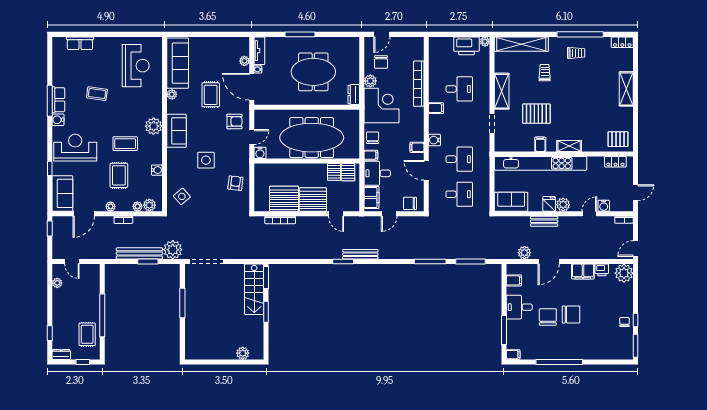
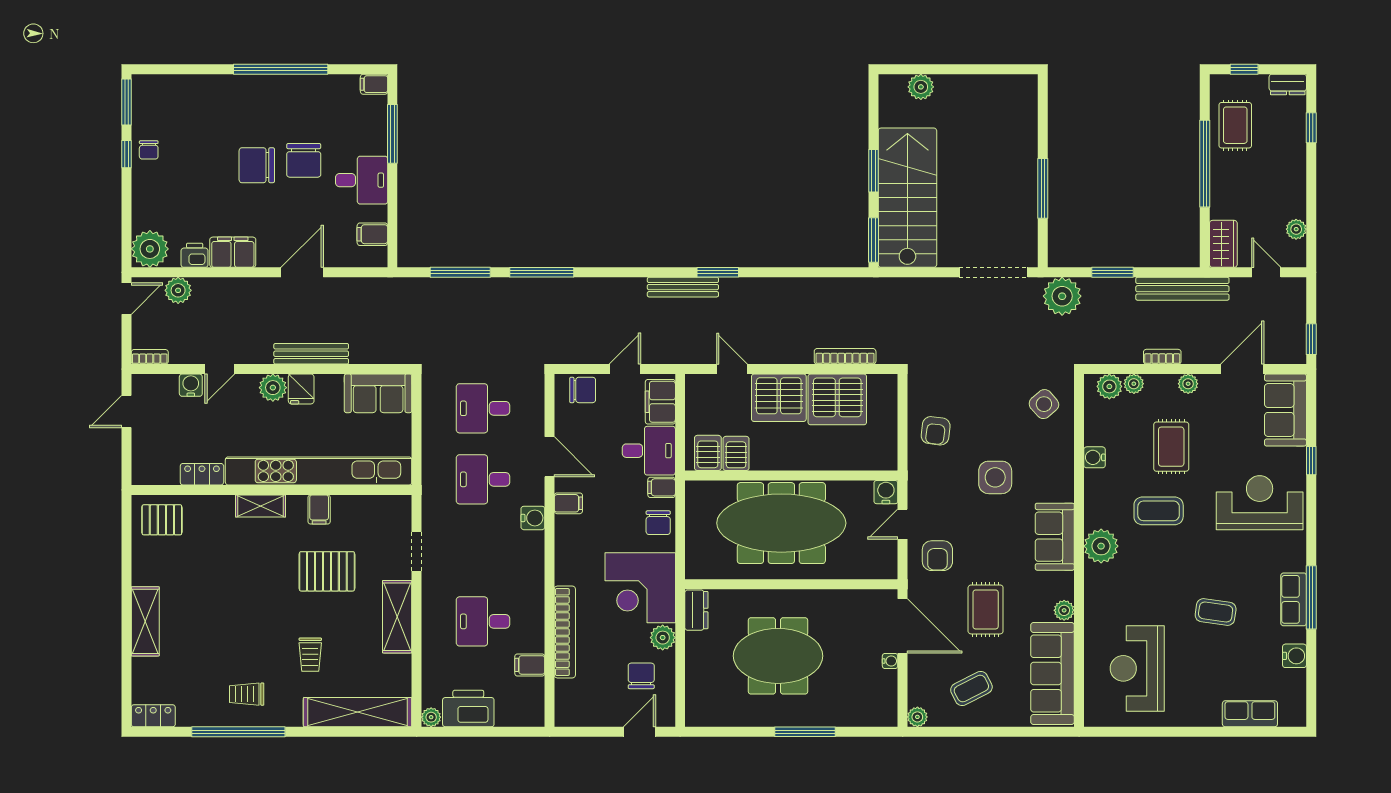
tv unit: (259, 51) -> (887, 699), removed
coffee table: (218, 56) -> (971, 688), added
plant: (244, 61) -> (917, 717), moved
filing cabinet: (436, 108) -> (530, 665), moved
water cooler: (58, 120) -> (1294, 656), moved
armchair: (234, 121) -> (937, 556), turned -90
reception desk: (75, 148) -> (1260, 503), turned 180
locker: (615, 162) -> (202, 474), moved
bench: (544, 221) -> (311, 354), width x1.36
bench: (139, 253) -> (1182, 289), moved
plant: (524, 253) -> (178, 290), moved
wardrobe: (93, 276) -> (1223, 244), added
stairs: (254, 289) -> (907, 198), width x1.36, depth x1.51

